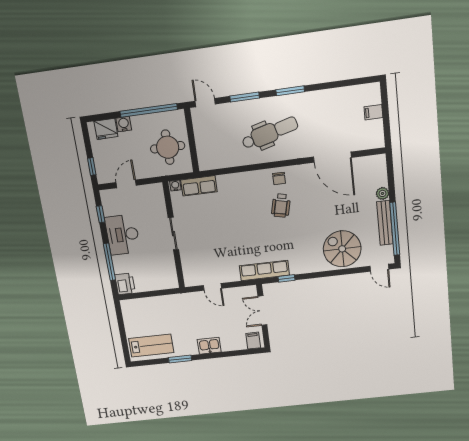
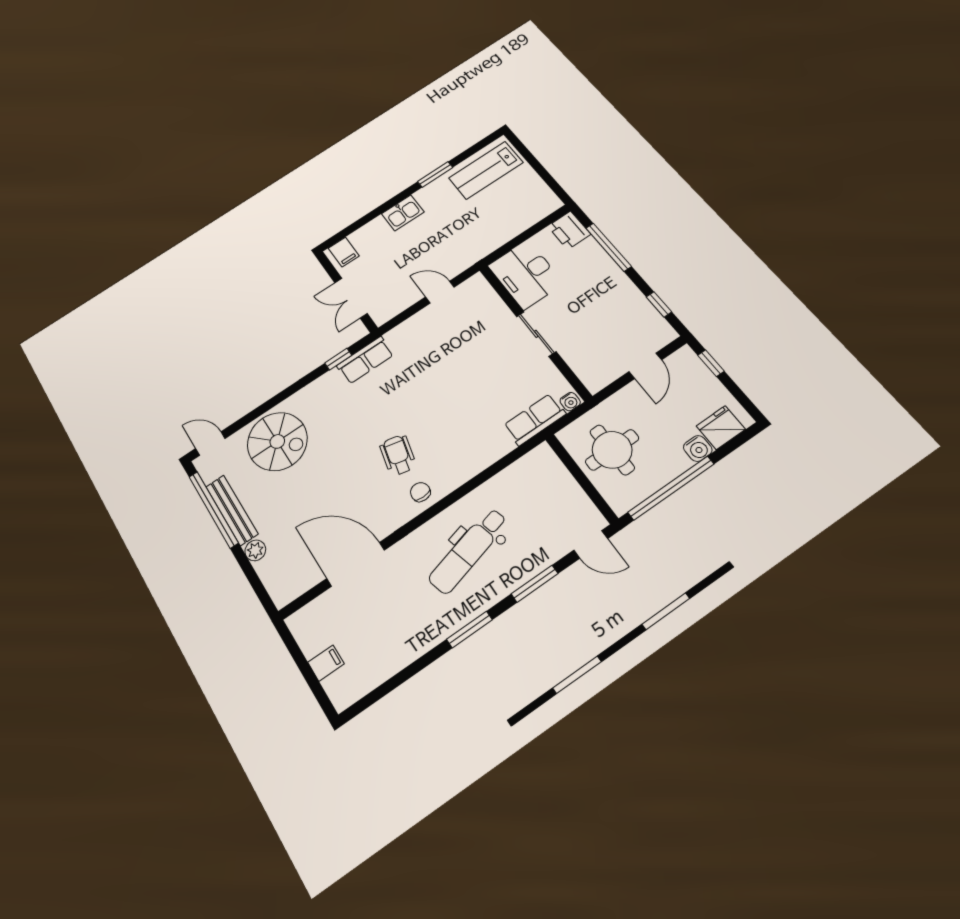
desk: (123, 235) -> (526, 274), moved, turned 180
row of seats: (264, 270) -> (365, 360), width x0.68
double door: (262, 311) -> (351, 298), swing flipped

